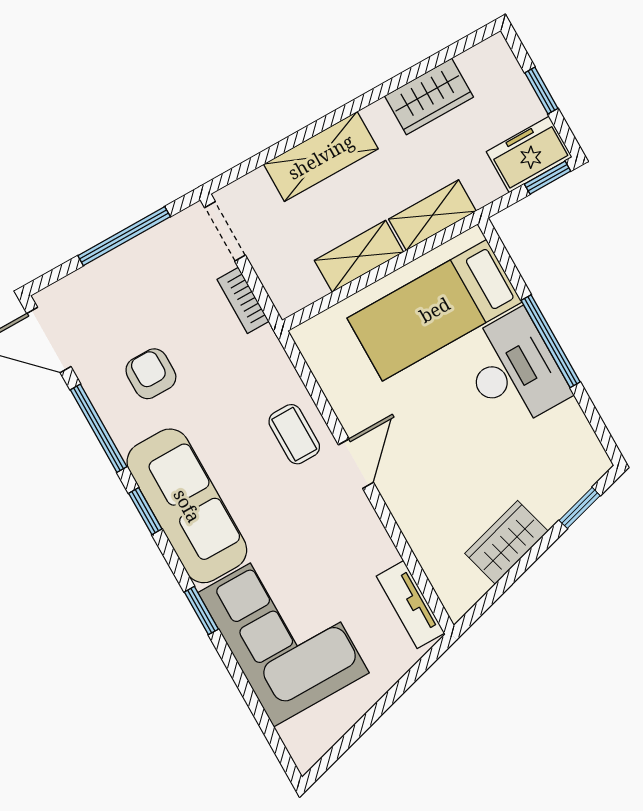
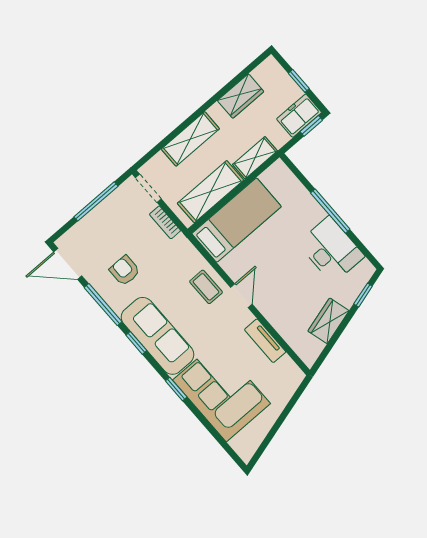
shelving: (359, 256) -> (210, 192), width x1.50, depth x1.33
bed: (435, 310) -> (237, 220), moved, turned 180
desk: (514, 370) -> (331, 250), moved
tv unit: (410, 605) -> (265, 341), moved

